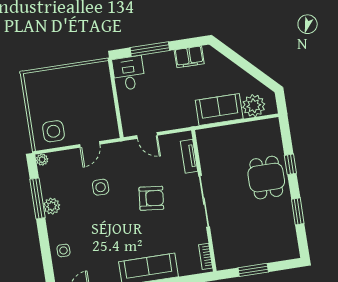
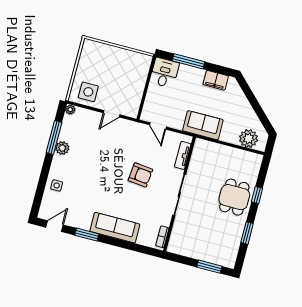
sofa: (219, 109) -> (203, 125), moved
side table: (101, 187) -> (106, 150), removed
window: (253, 270) -> (209, 267), moved

